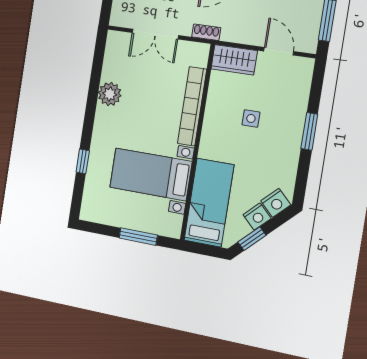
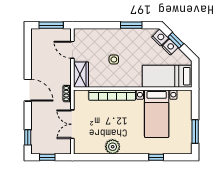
double door: (155, 34) -> (72, 124), swing flipped
door: (279, 51) -> (72, 50), hinge flipped
window: (309, 131) -> (131, 25), moved
window: (138, 236) -> (195, 132), moved
window: (252, 239) -> (176, 40), moved

